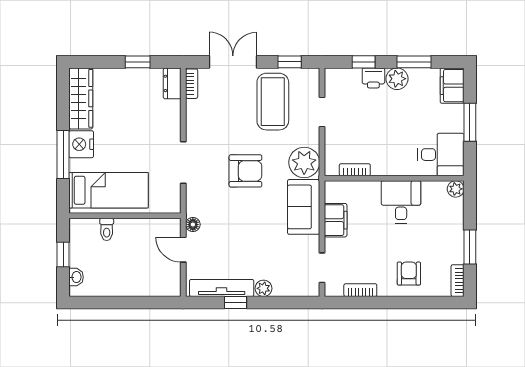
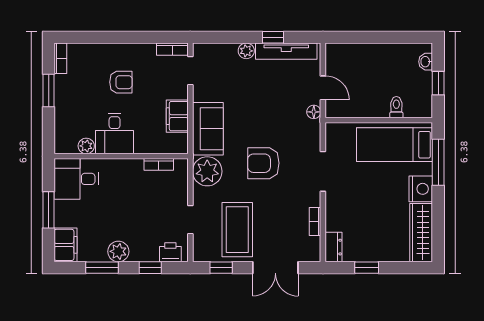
printer: (373, 78) -> (170, 252), moved
bookcase: (192, 84) -> (315, 222), moved
window: (63, 154) -> (438, 162), moved
plant: (456, 189) -> (86, 146), moved
armchair: (409, 274) -> (121, 82), moved, turned -90
bookcase: (360, 290) -> (172, 49), moved

